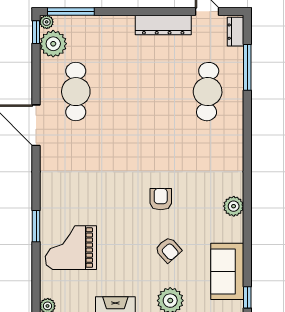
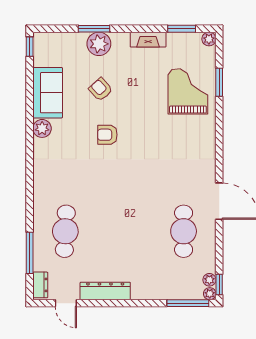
plant: (53, 44) -> (209, 280), width x0.53, depth x0.53
armchair: (161, 199) -> (107, 135), turned 90
window: (36, 226) -> (219, 82), moved
grand piano: (71, 248) -> (188, 91), turned -90
sofa: (227, 271) -> (48, 93), moved

